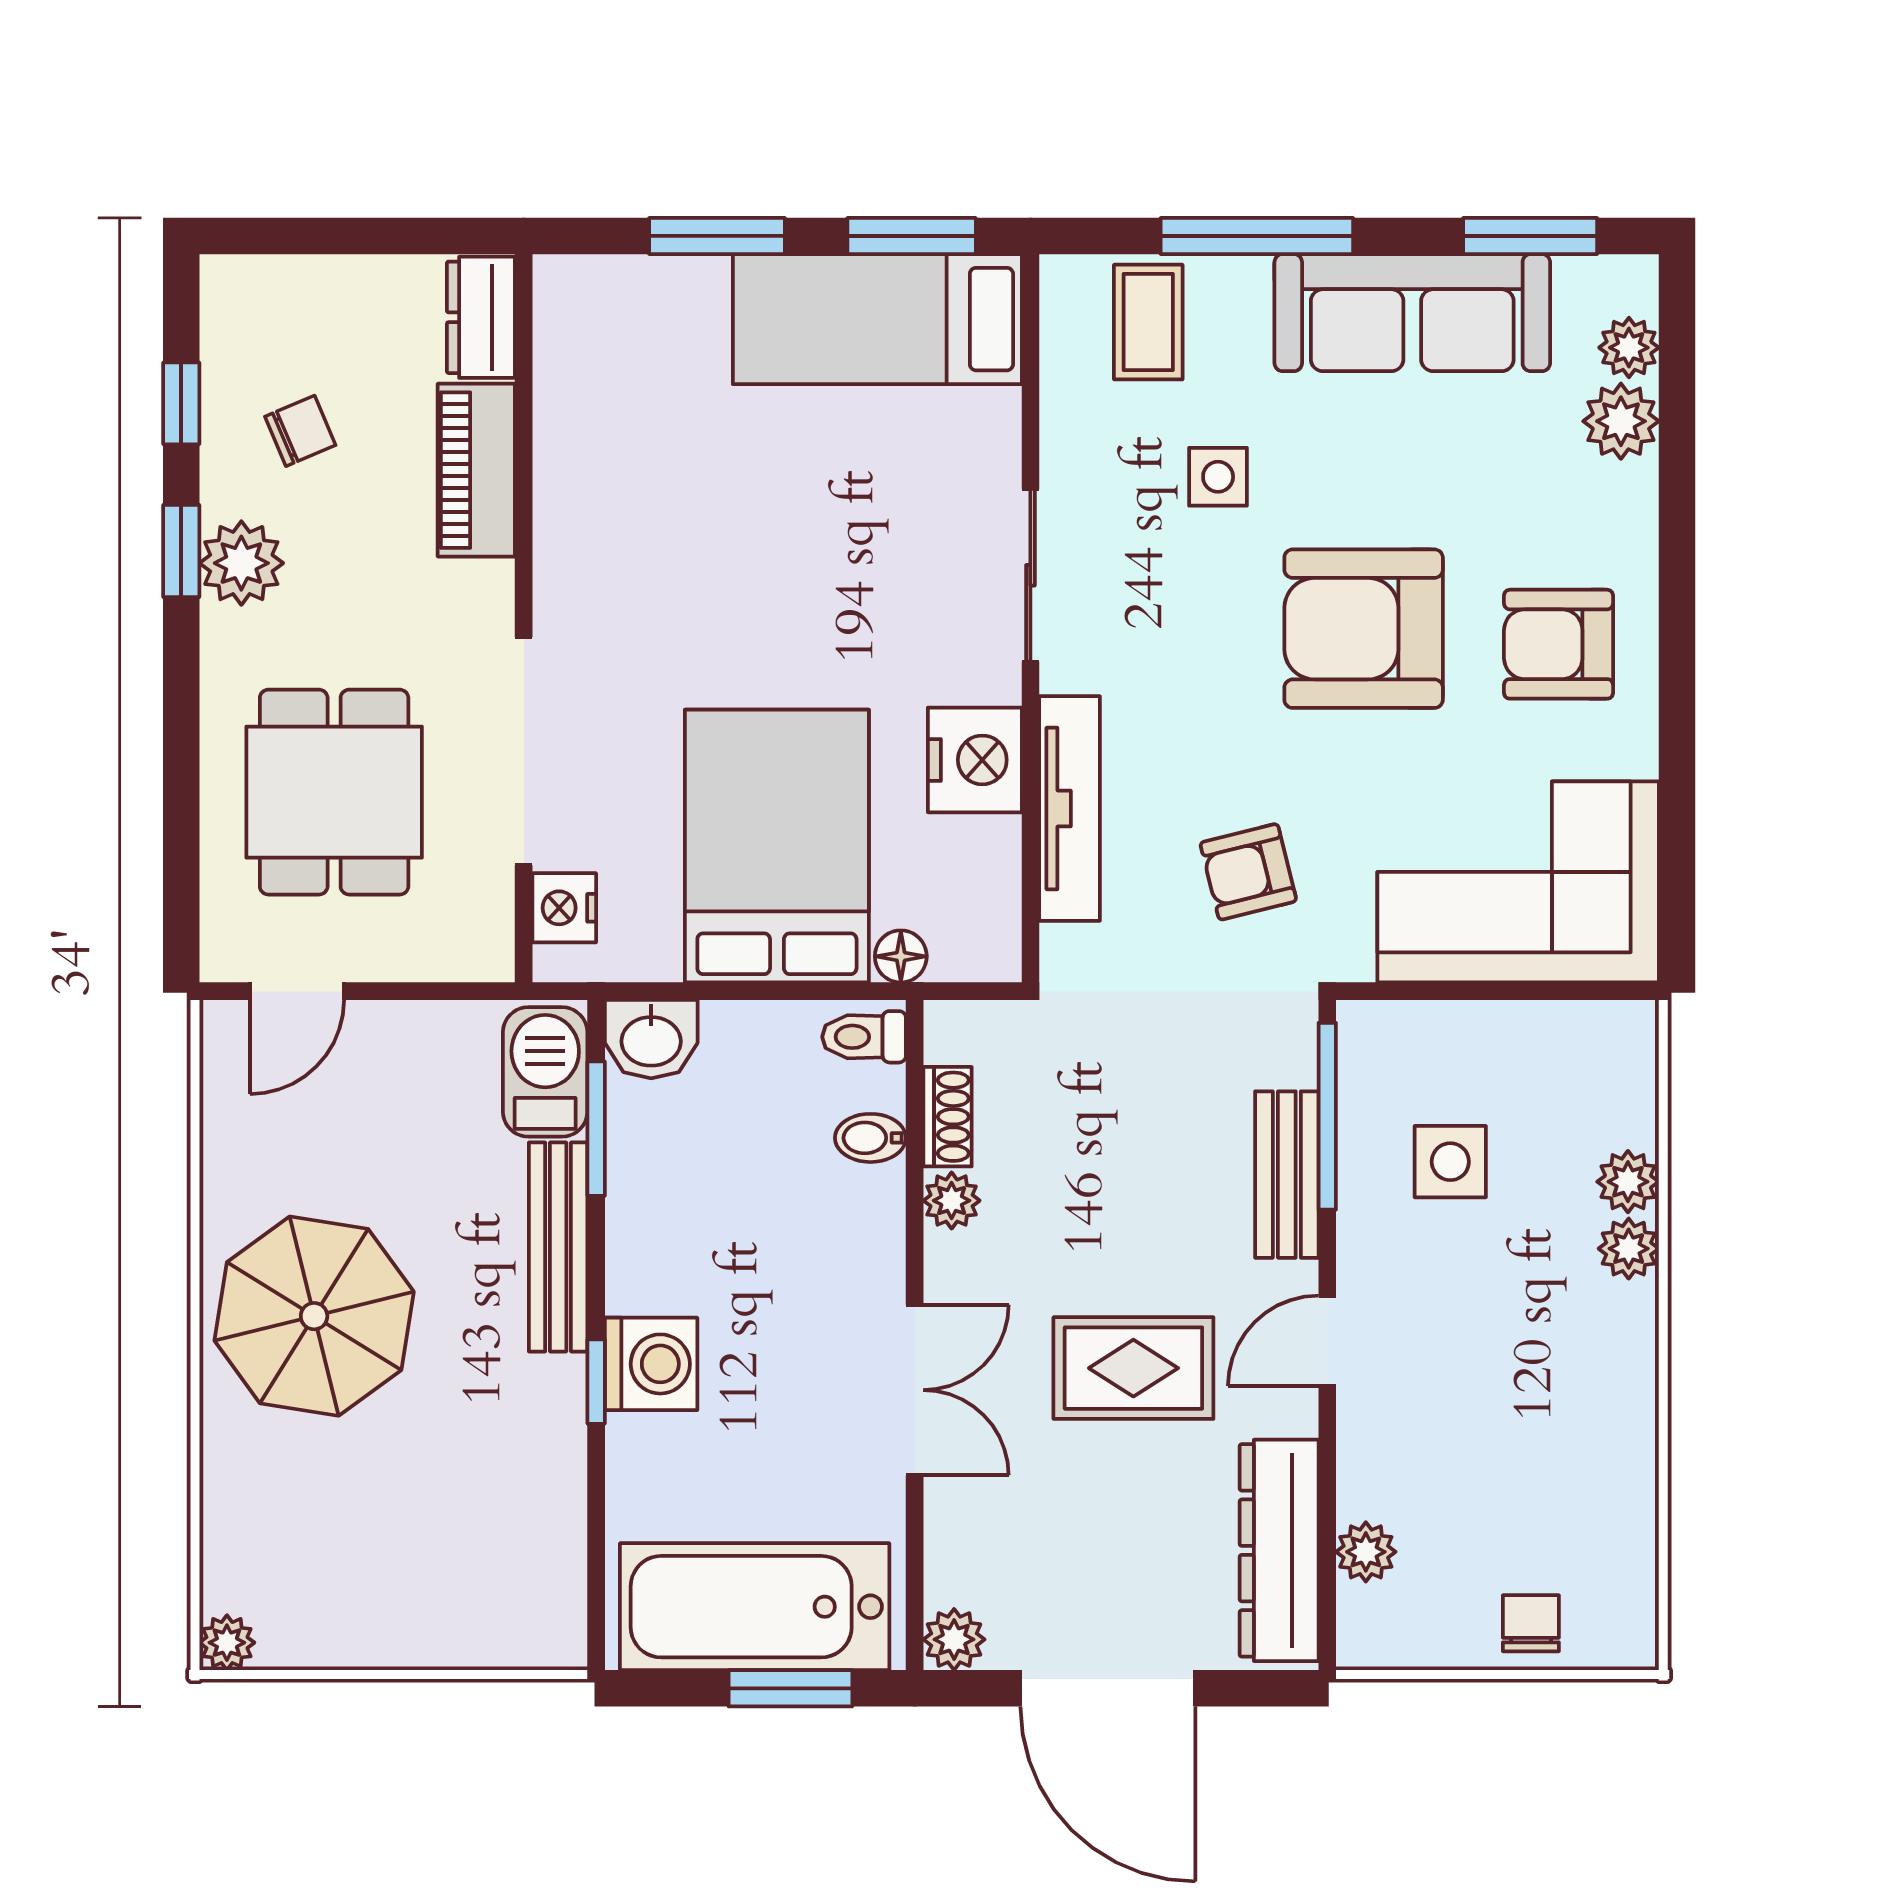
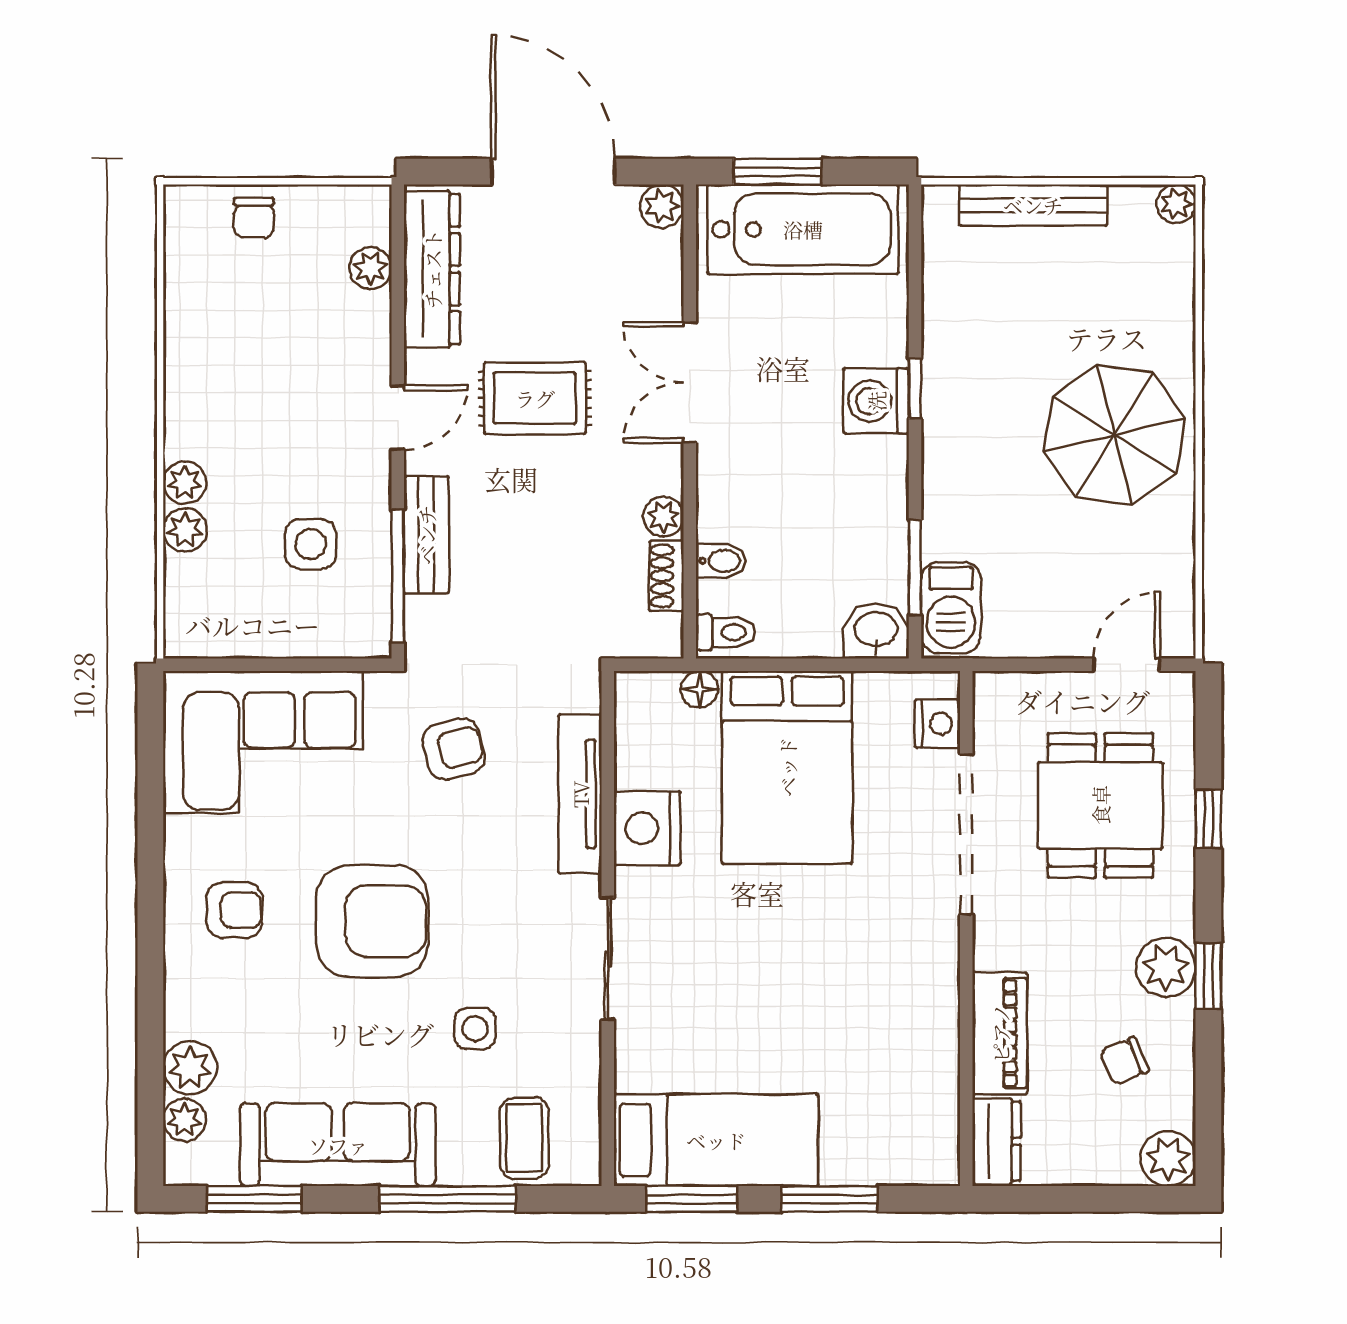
plant: (238, 293) -> (1168, 1158), added
window: (181, 403) -> (1208, 819), moved
armchair: (1559, 644) -> (234, 910), width x0.72, depth x0.72
bench: (558, 1247) -> (1033, 205), moved, turned 90

